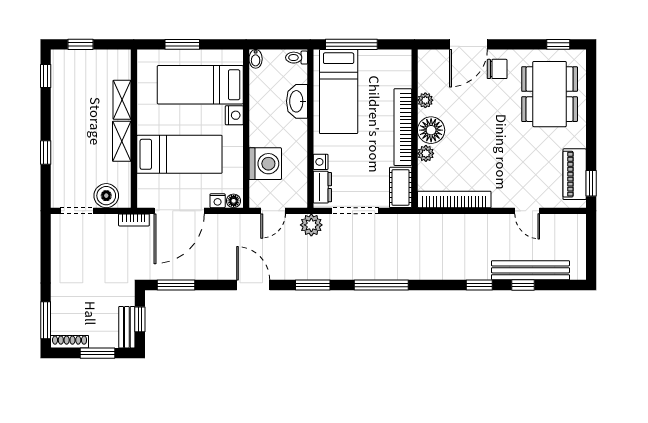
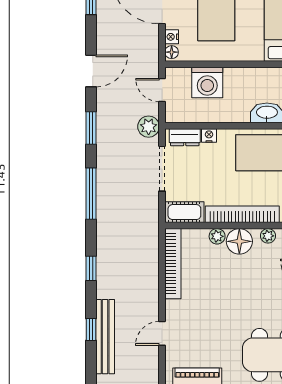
nightstand: (234, 115) -> (254, 53), removed
window: (479, 285) -> (91, 268), moved

